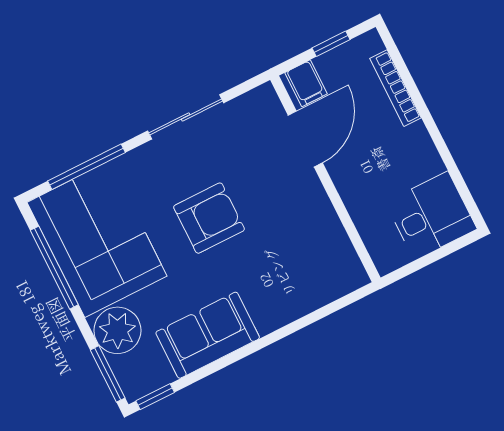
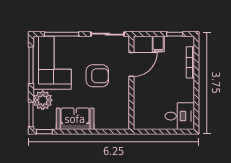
door: (305, 139) -> (131, 64), moved
wall: (325, 179) -> (131, 83), moved

